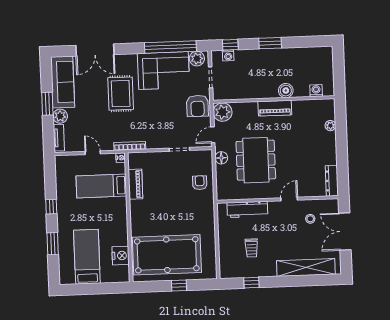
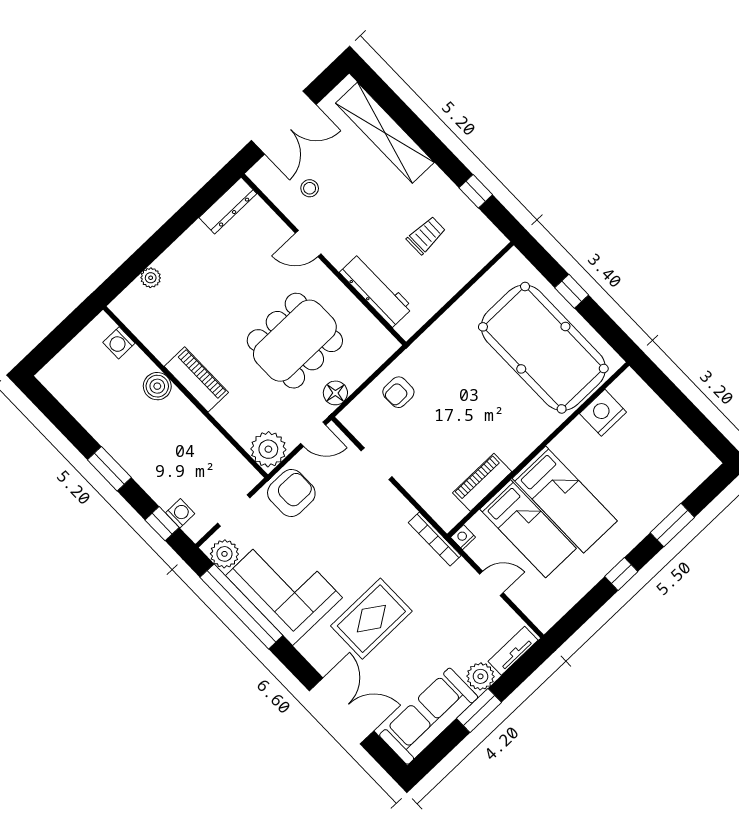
door: (93, 153) -> (491, 583), swing flipped
bed: (87, 257) -> (565, 500), moved, turned -90

